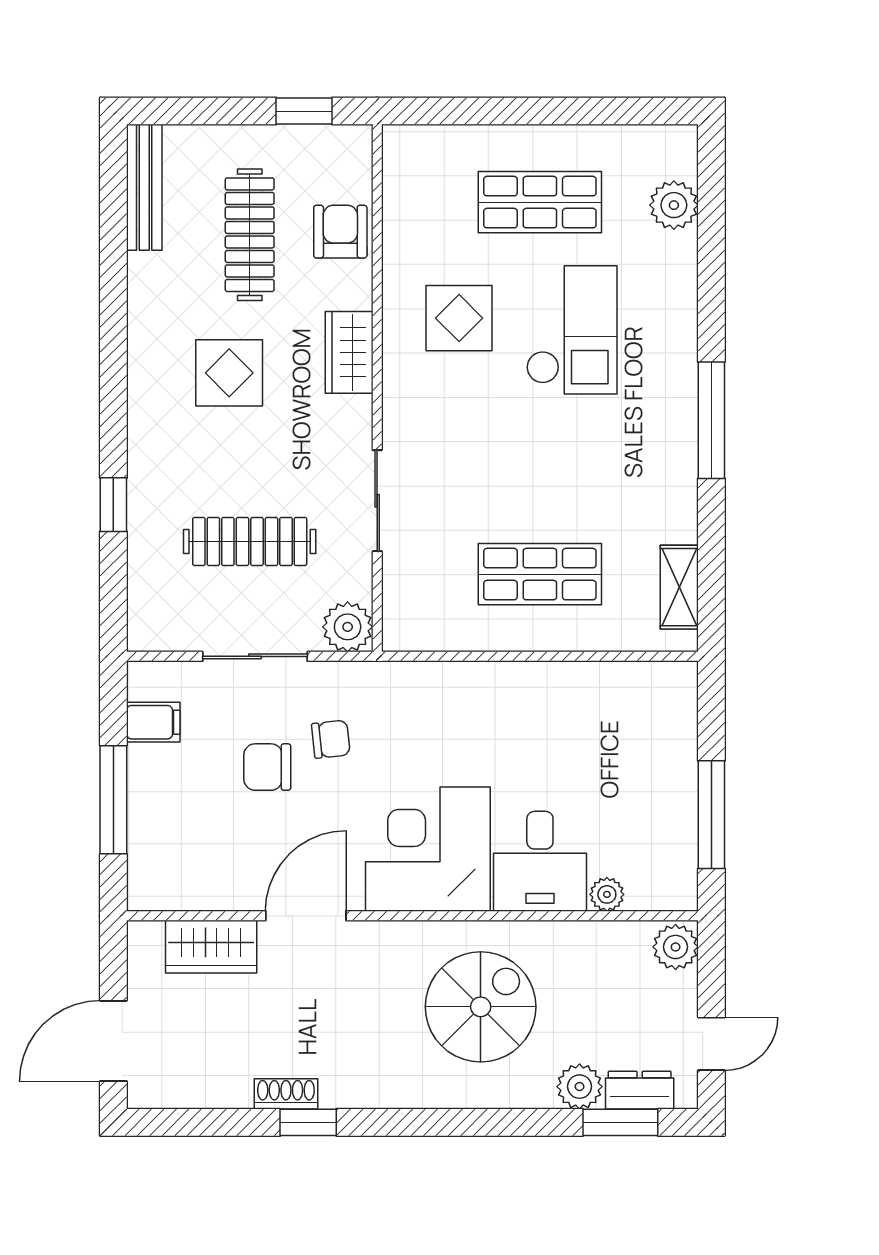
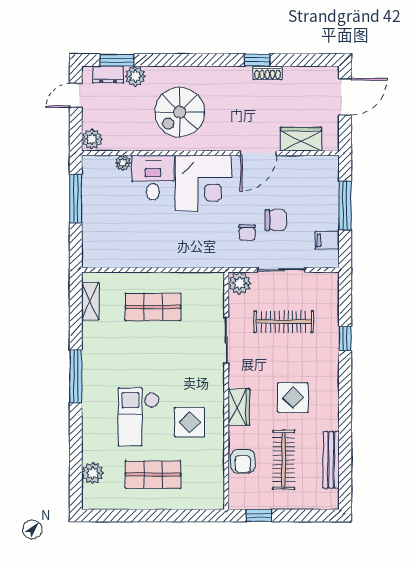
bench: (144, 187) -> (331, 460), moved
chair: (331, 739) -> (247, 233), turned -84

